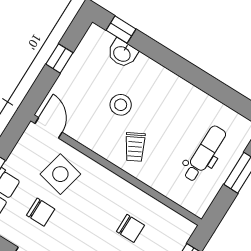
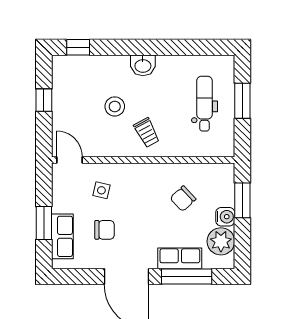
washbasin: (122, 53) -> (143, 65), moved
side table: (60, 174) -> (101, 190), width x0.54, depth x0.54
chair: (130, 228) -> (183, 199), turned 137

